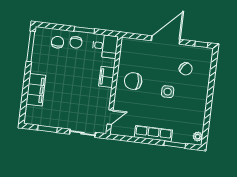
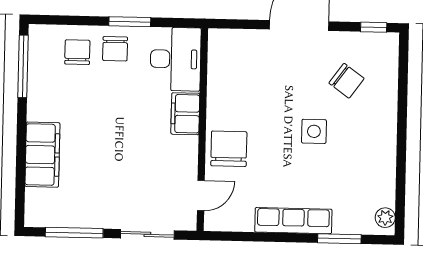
desk: (105, 46) -> (176, 59), width x1.37
chair: (133, 81) -> (229, 149), moved, turned 90
window: (47, 129) -> (74, 233), width x1.44

